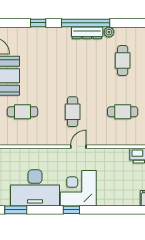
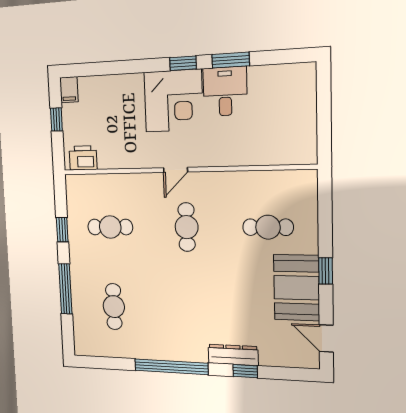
plant: (109, 32) -> (136, 351), removed
dresser: (87, 33) -> (233, 355), moved
desk: (35, 188) -> (225, 91), width x0.53, depth x0.77
window: (16, 210) -> (231, 60), moved

